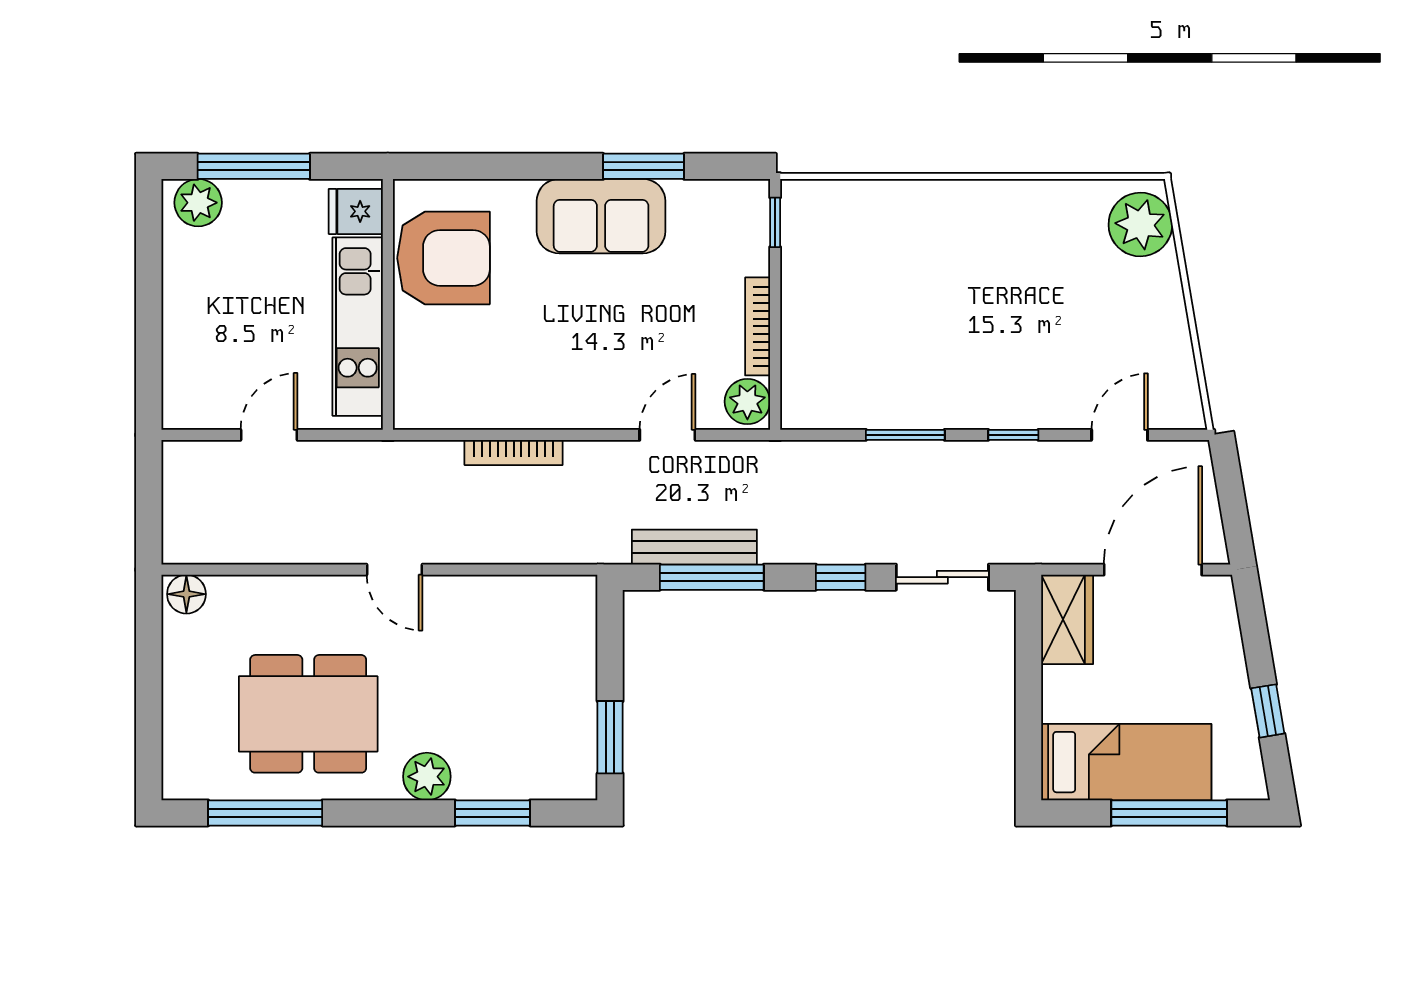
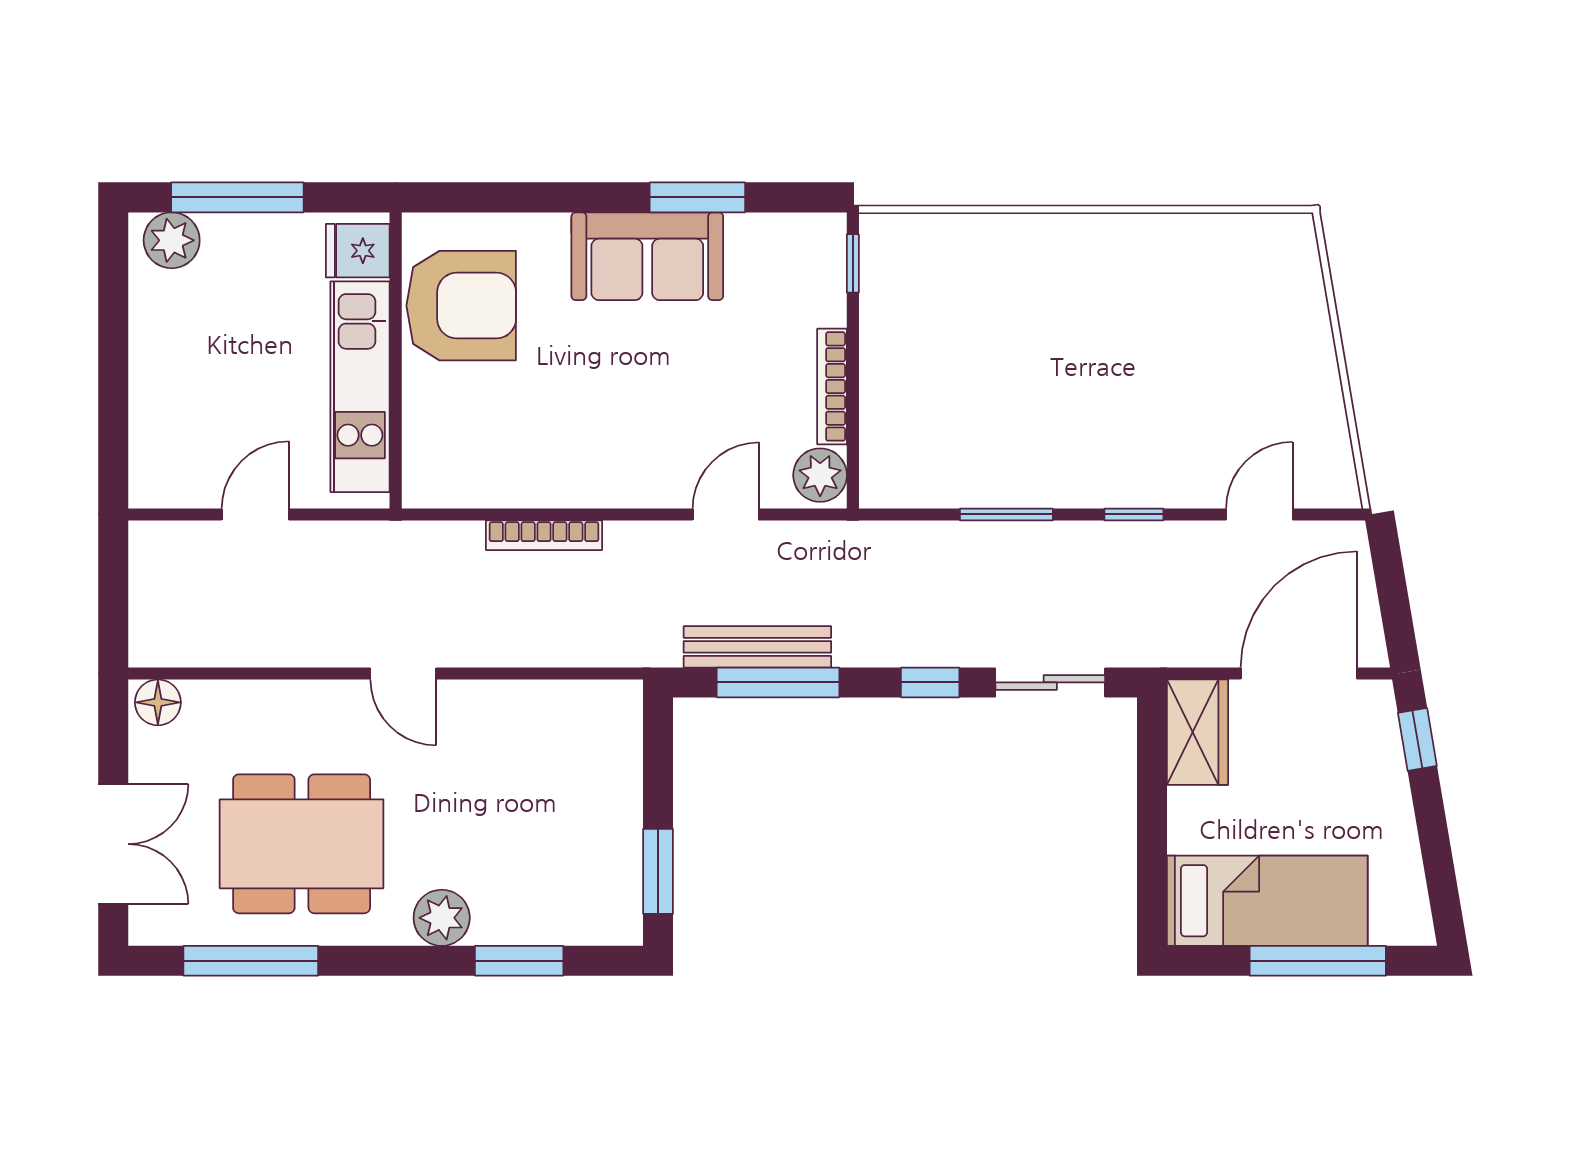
plant: (1140, 224) -> (1284, 266), removed
window: (1268, 711) -> (1417, 739), moved
double door: (149, 714) -> (113, 844), added

